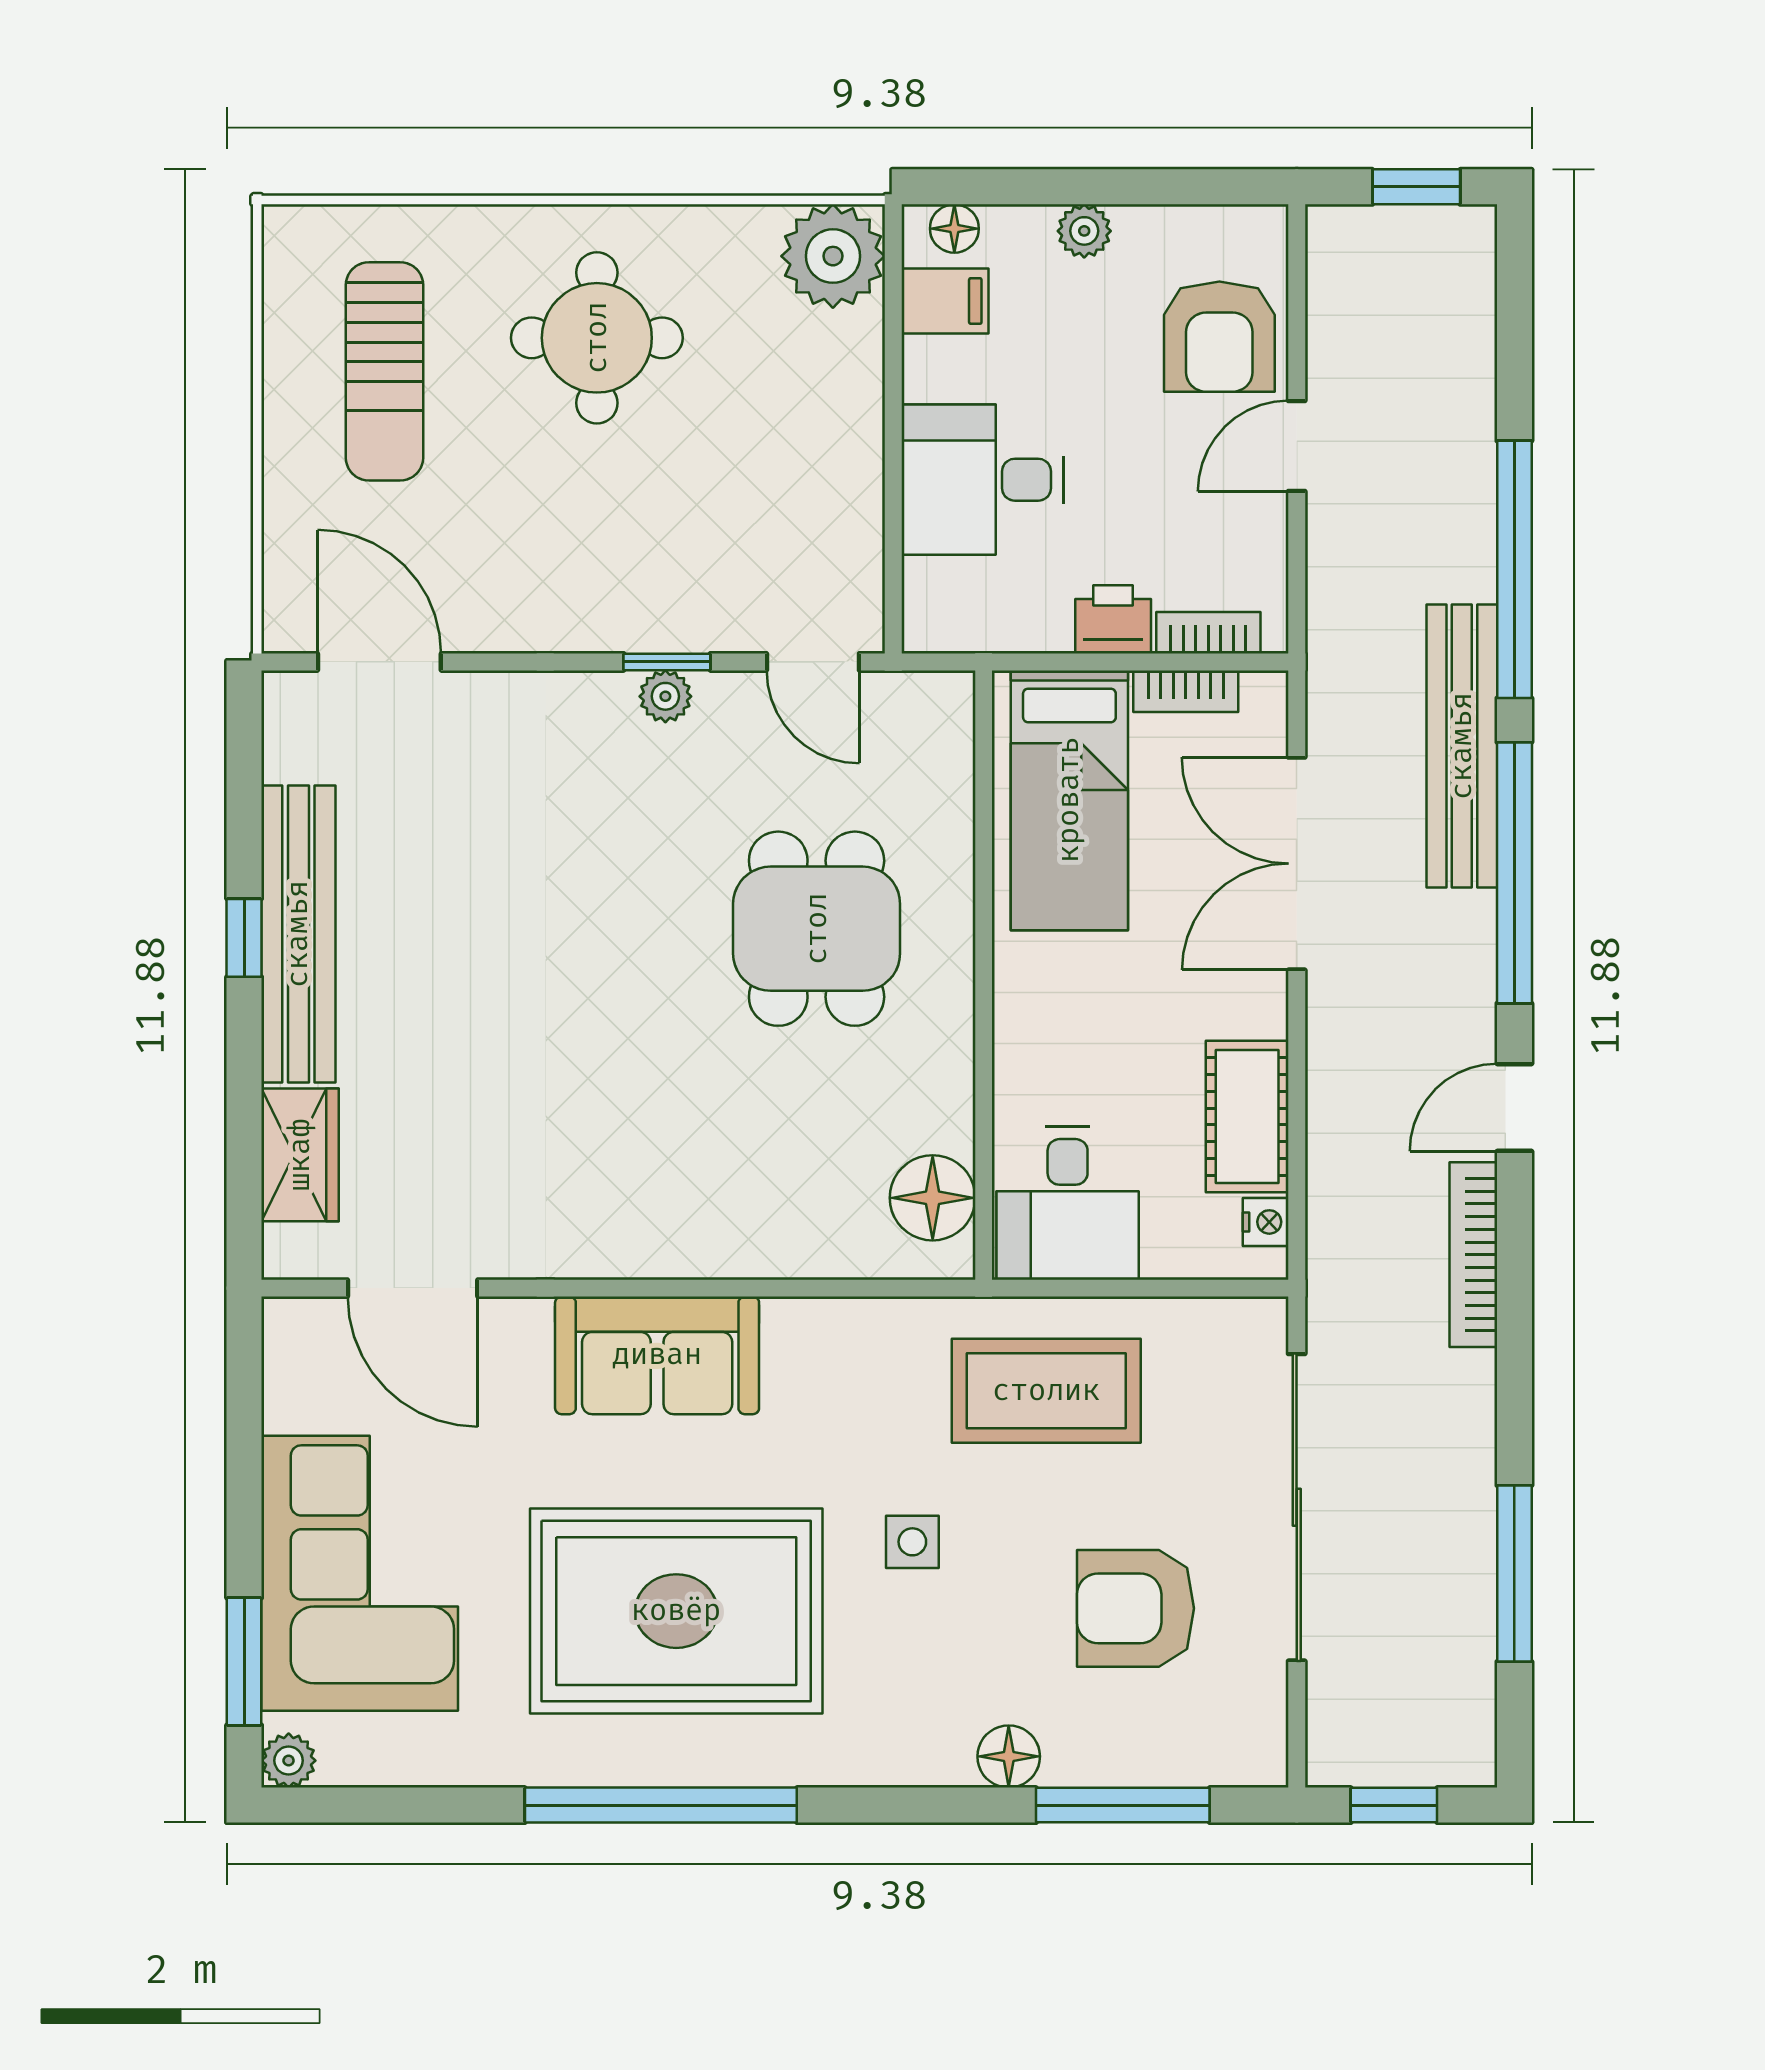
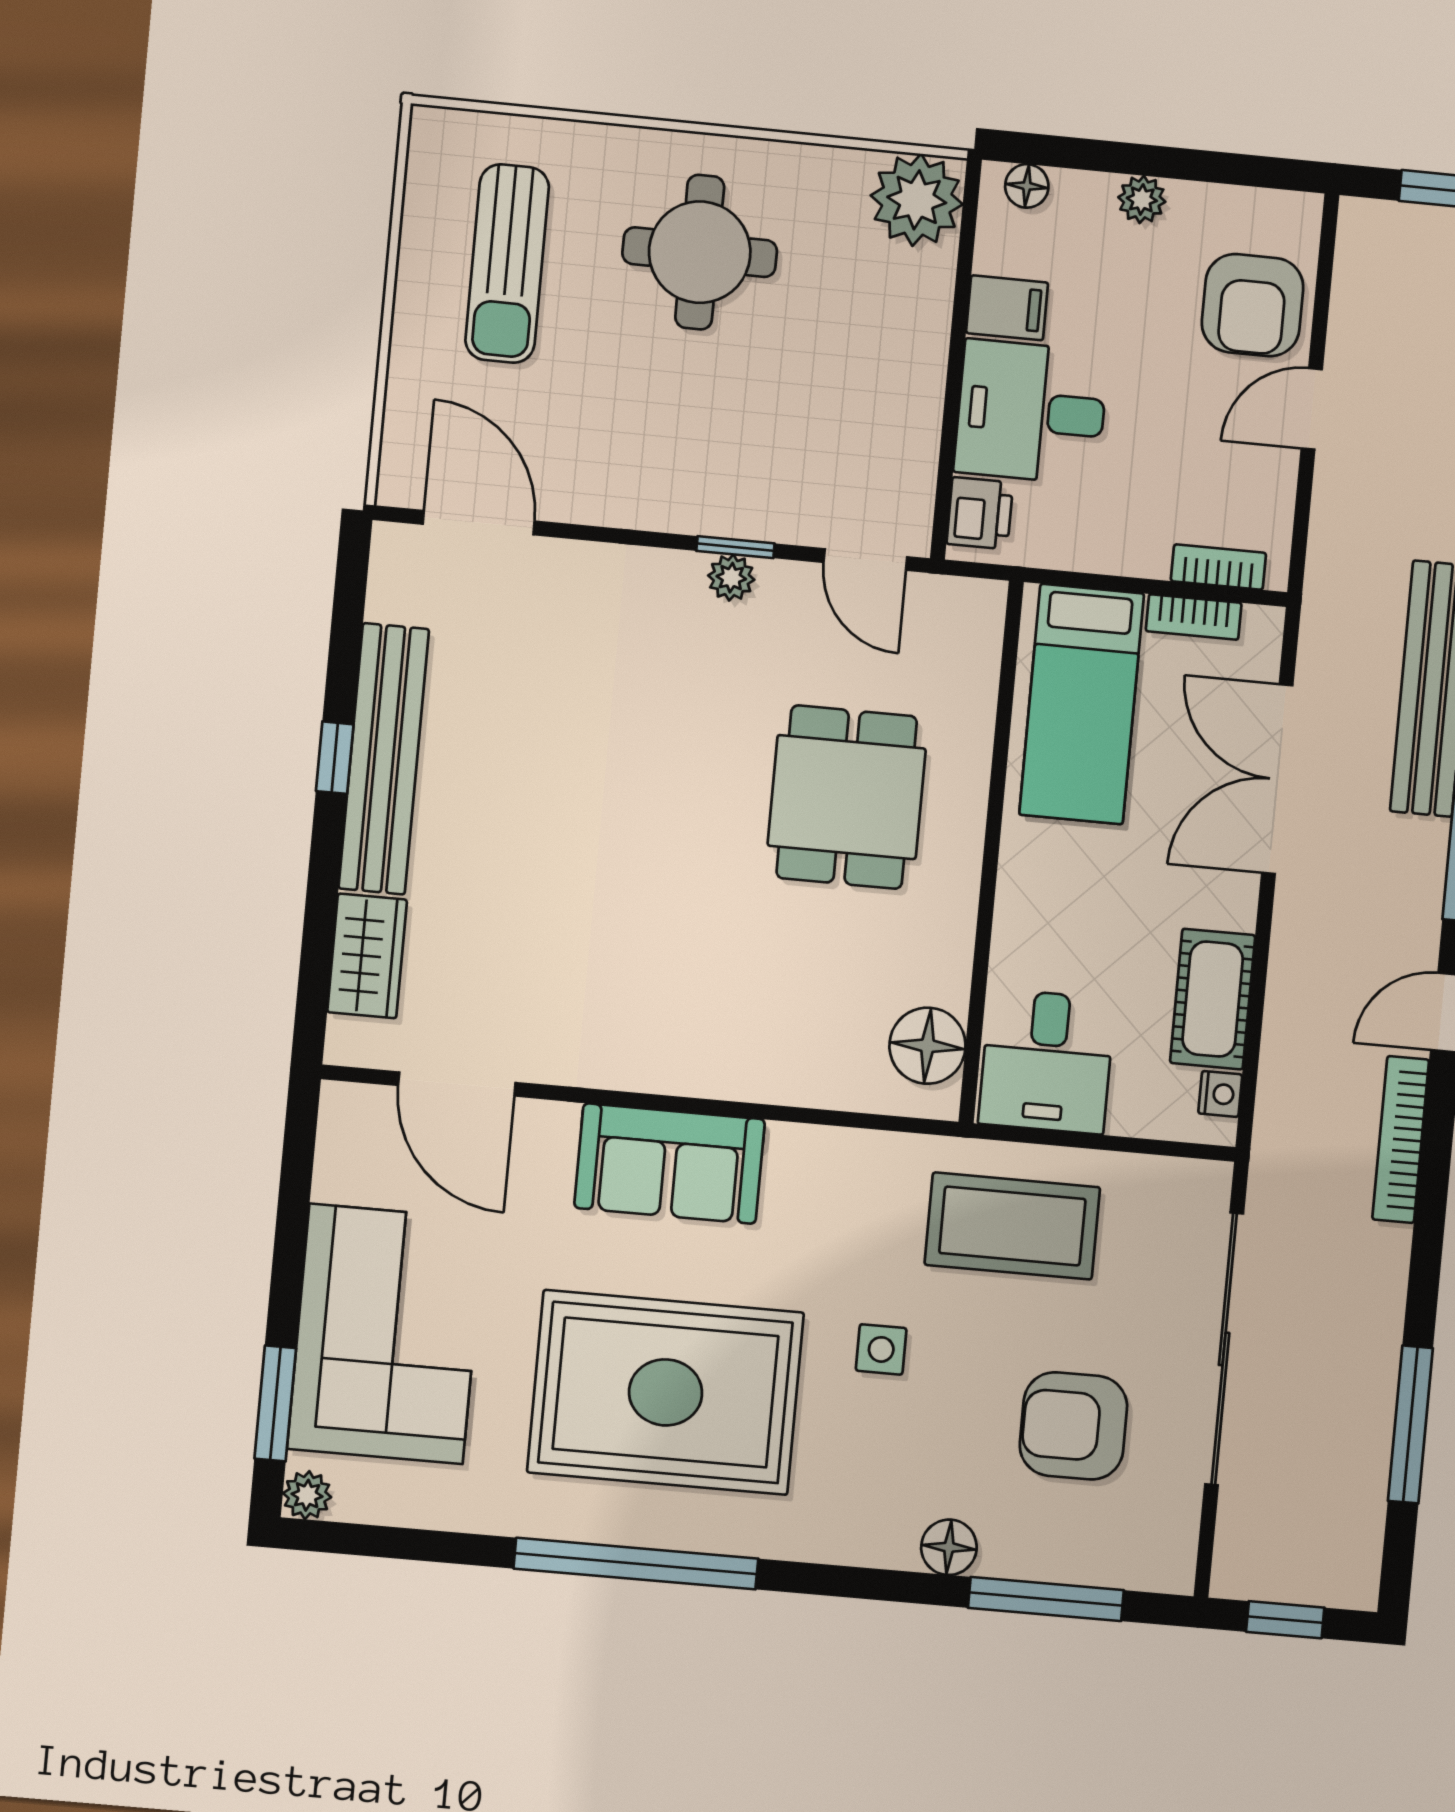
filing cabinet: (945, 301) -> (1007, 308), moved
printer: (1113, 619) -> (980, 513), moved, turned 90

